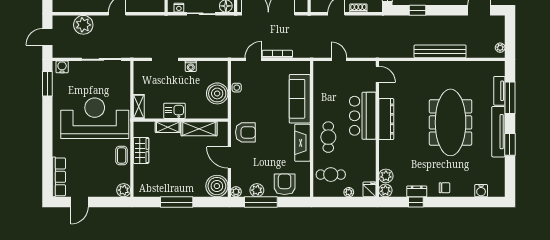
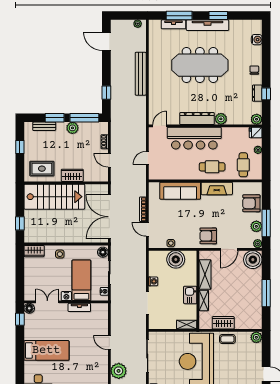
bar counter: (363, 116) -> (194, 138), width x1.36
armchair: (245, 132) -> (208, 236), turned -90
plant: (386, 176) -> (221, 119), moved

